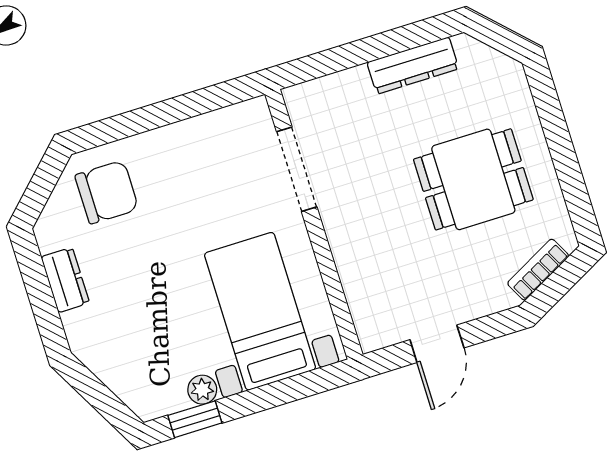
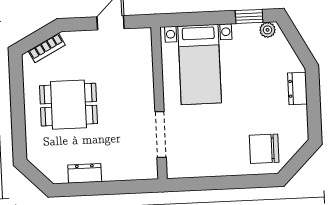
dresser: (413, 65) -> (85, 173), width x0.70
dresser: (65, 280) -> (297, 89), moved
plant: (202, 390) -> (267, 30), moved

